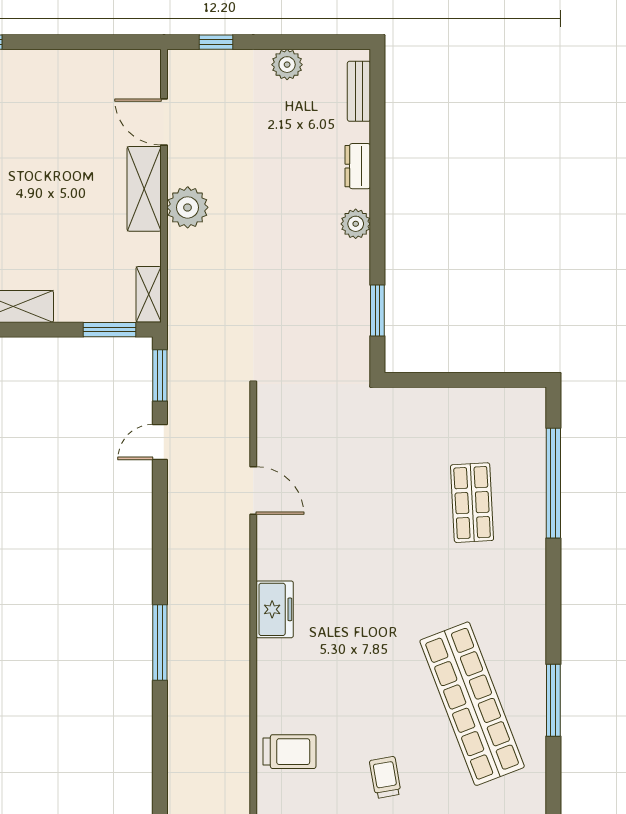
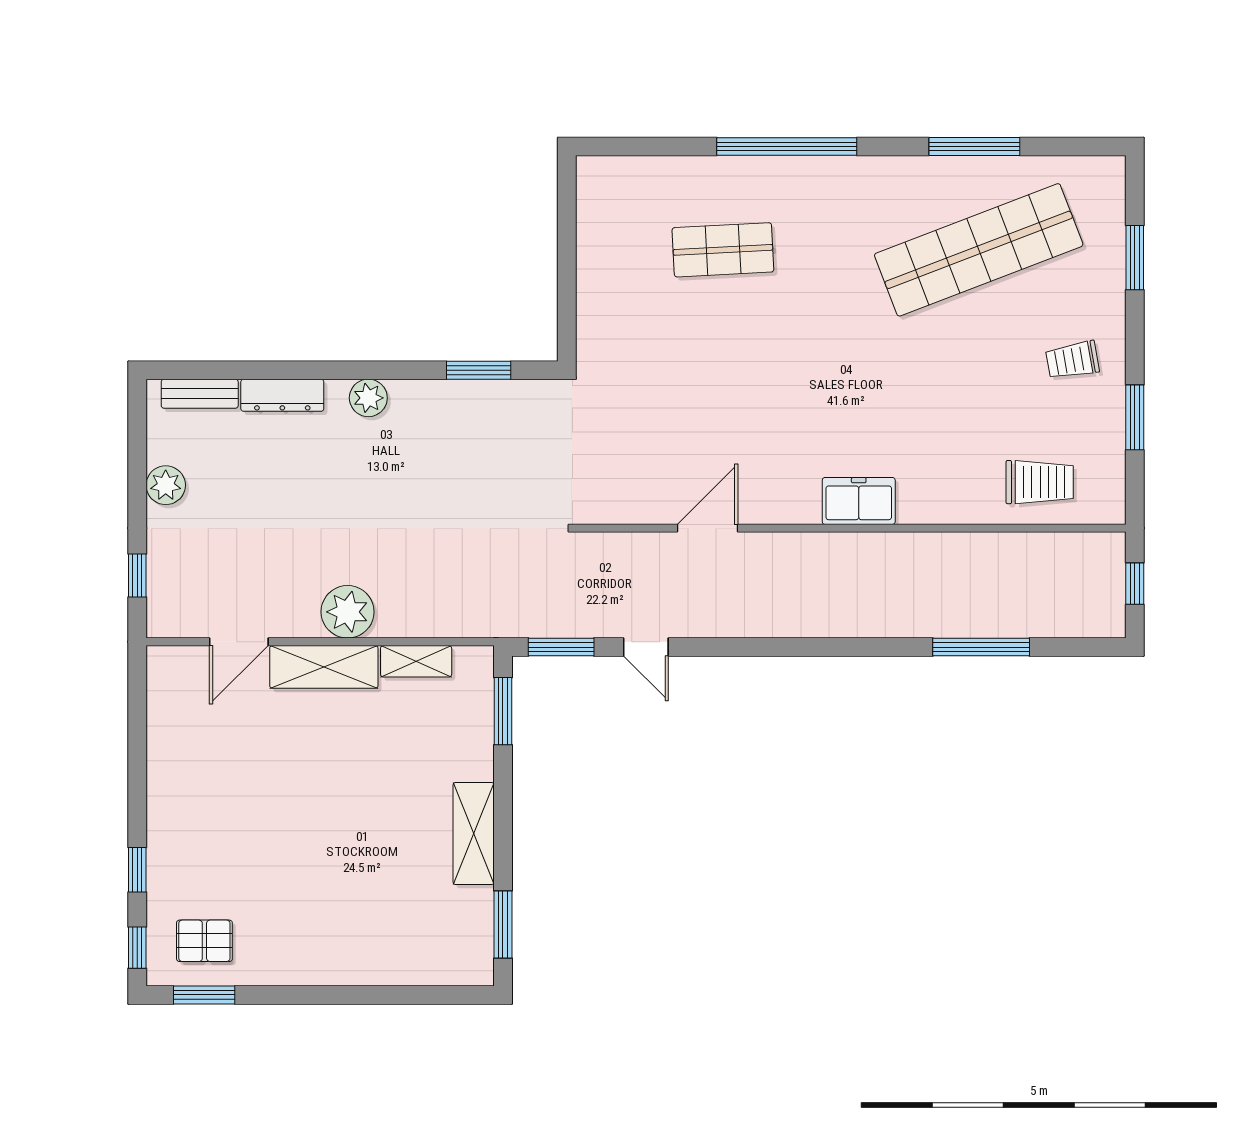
dresser: (358, 166) -> (282, 395), width x1.44
shelving: (149, 294) -> (416, 661), moved
window: (553, 483) -> (787, 147), moved
window: (160, 643) -> (981, 647), moved
trolley: (289, 752) -> (1040, 482), turned 90

